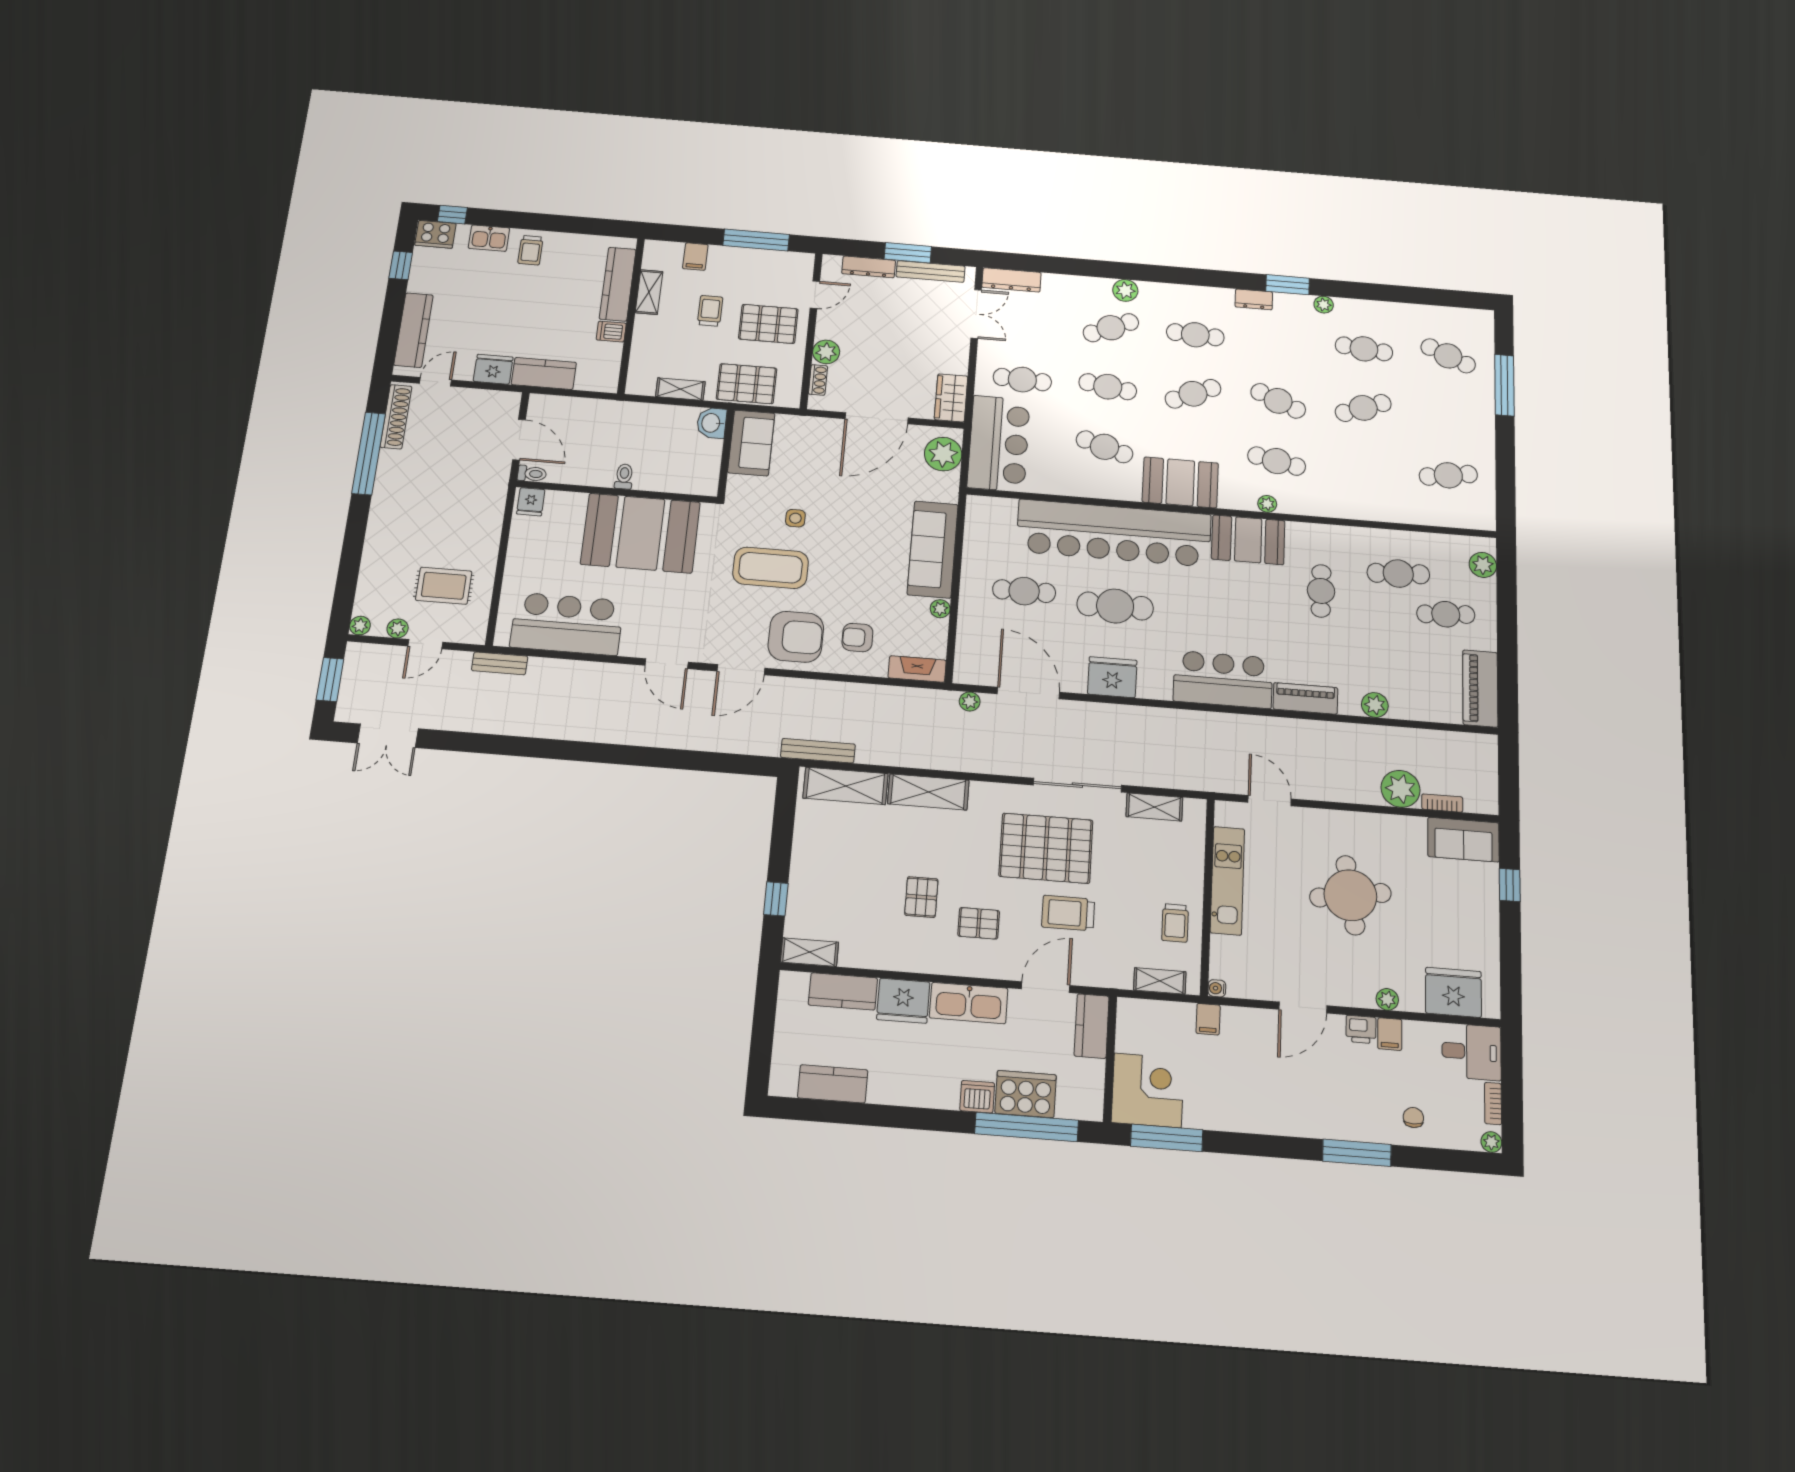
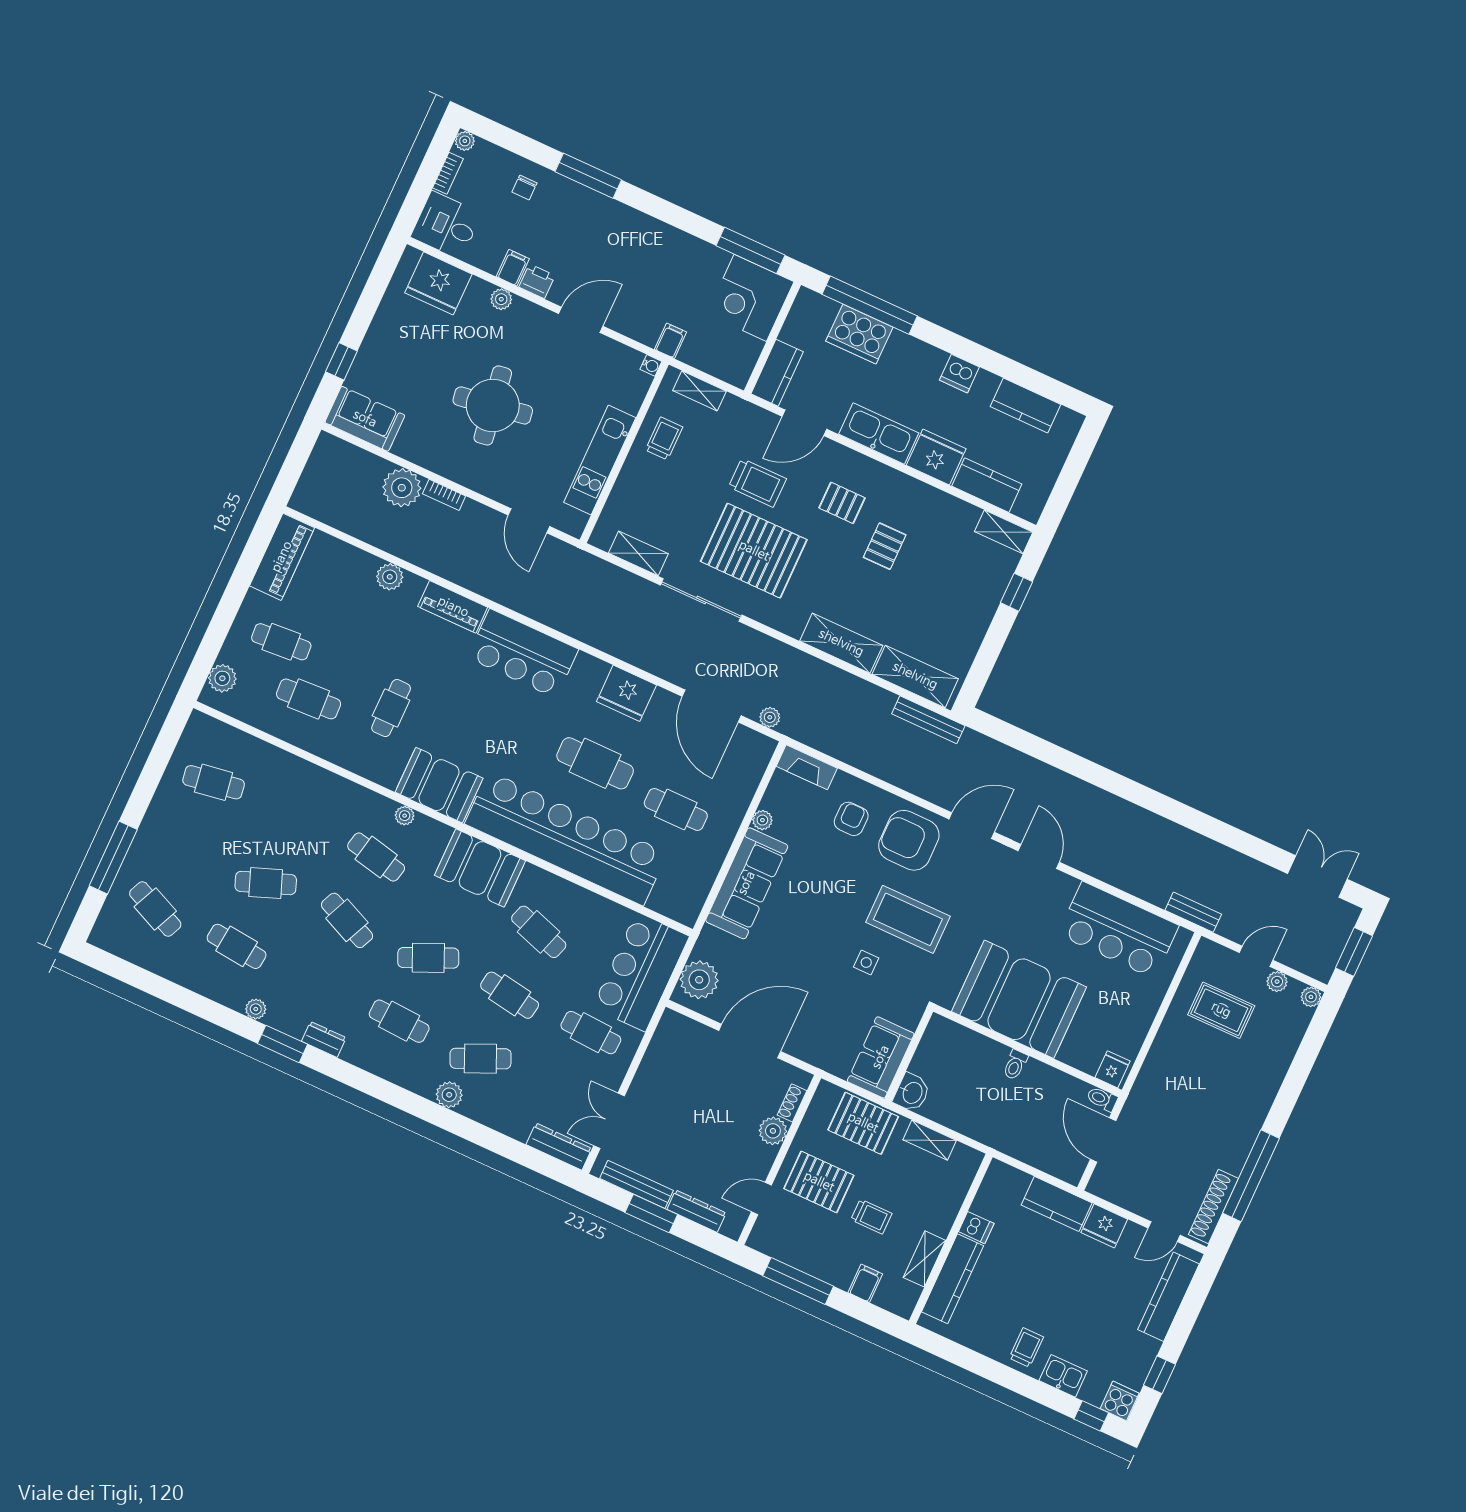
cooker: (435, 234) -> (1120, 1401), width x0.73
trolley: (710, 311) -> (871, 1217), turned -90
wardrobe: (951, 398) -> (669, 1037), removed
armchair: (857, 637) -> (851, 819), turned -90
bookcase: (1442, 803) -> (444, 495), moved
dishwasher: (977, 1097) -> (959, 374), moved

